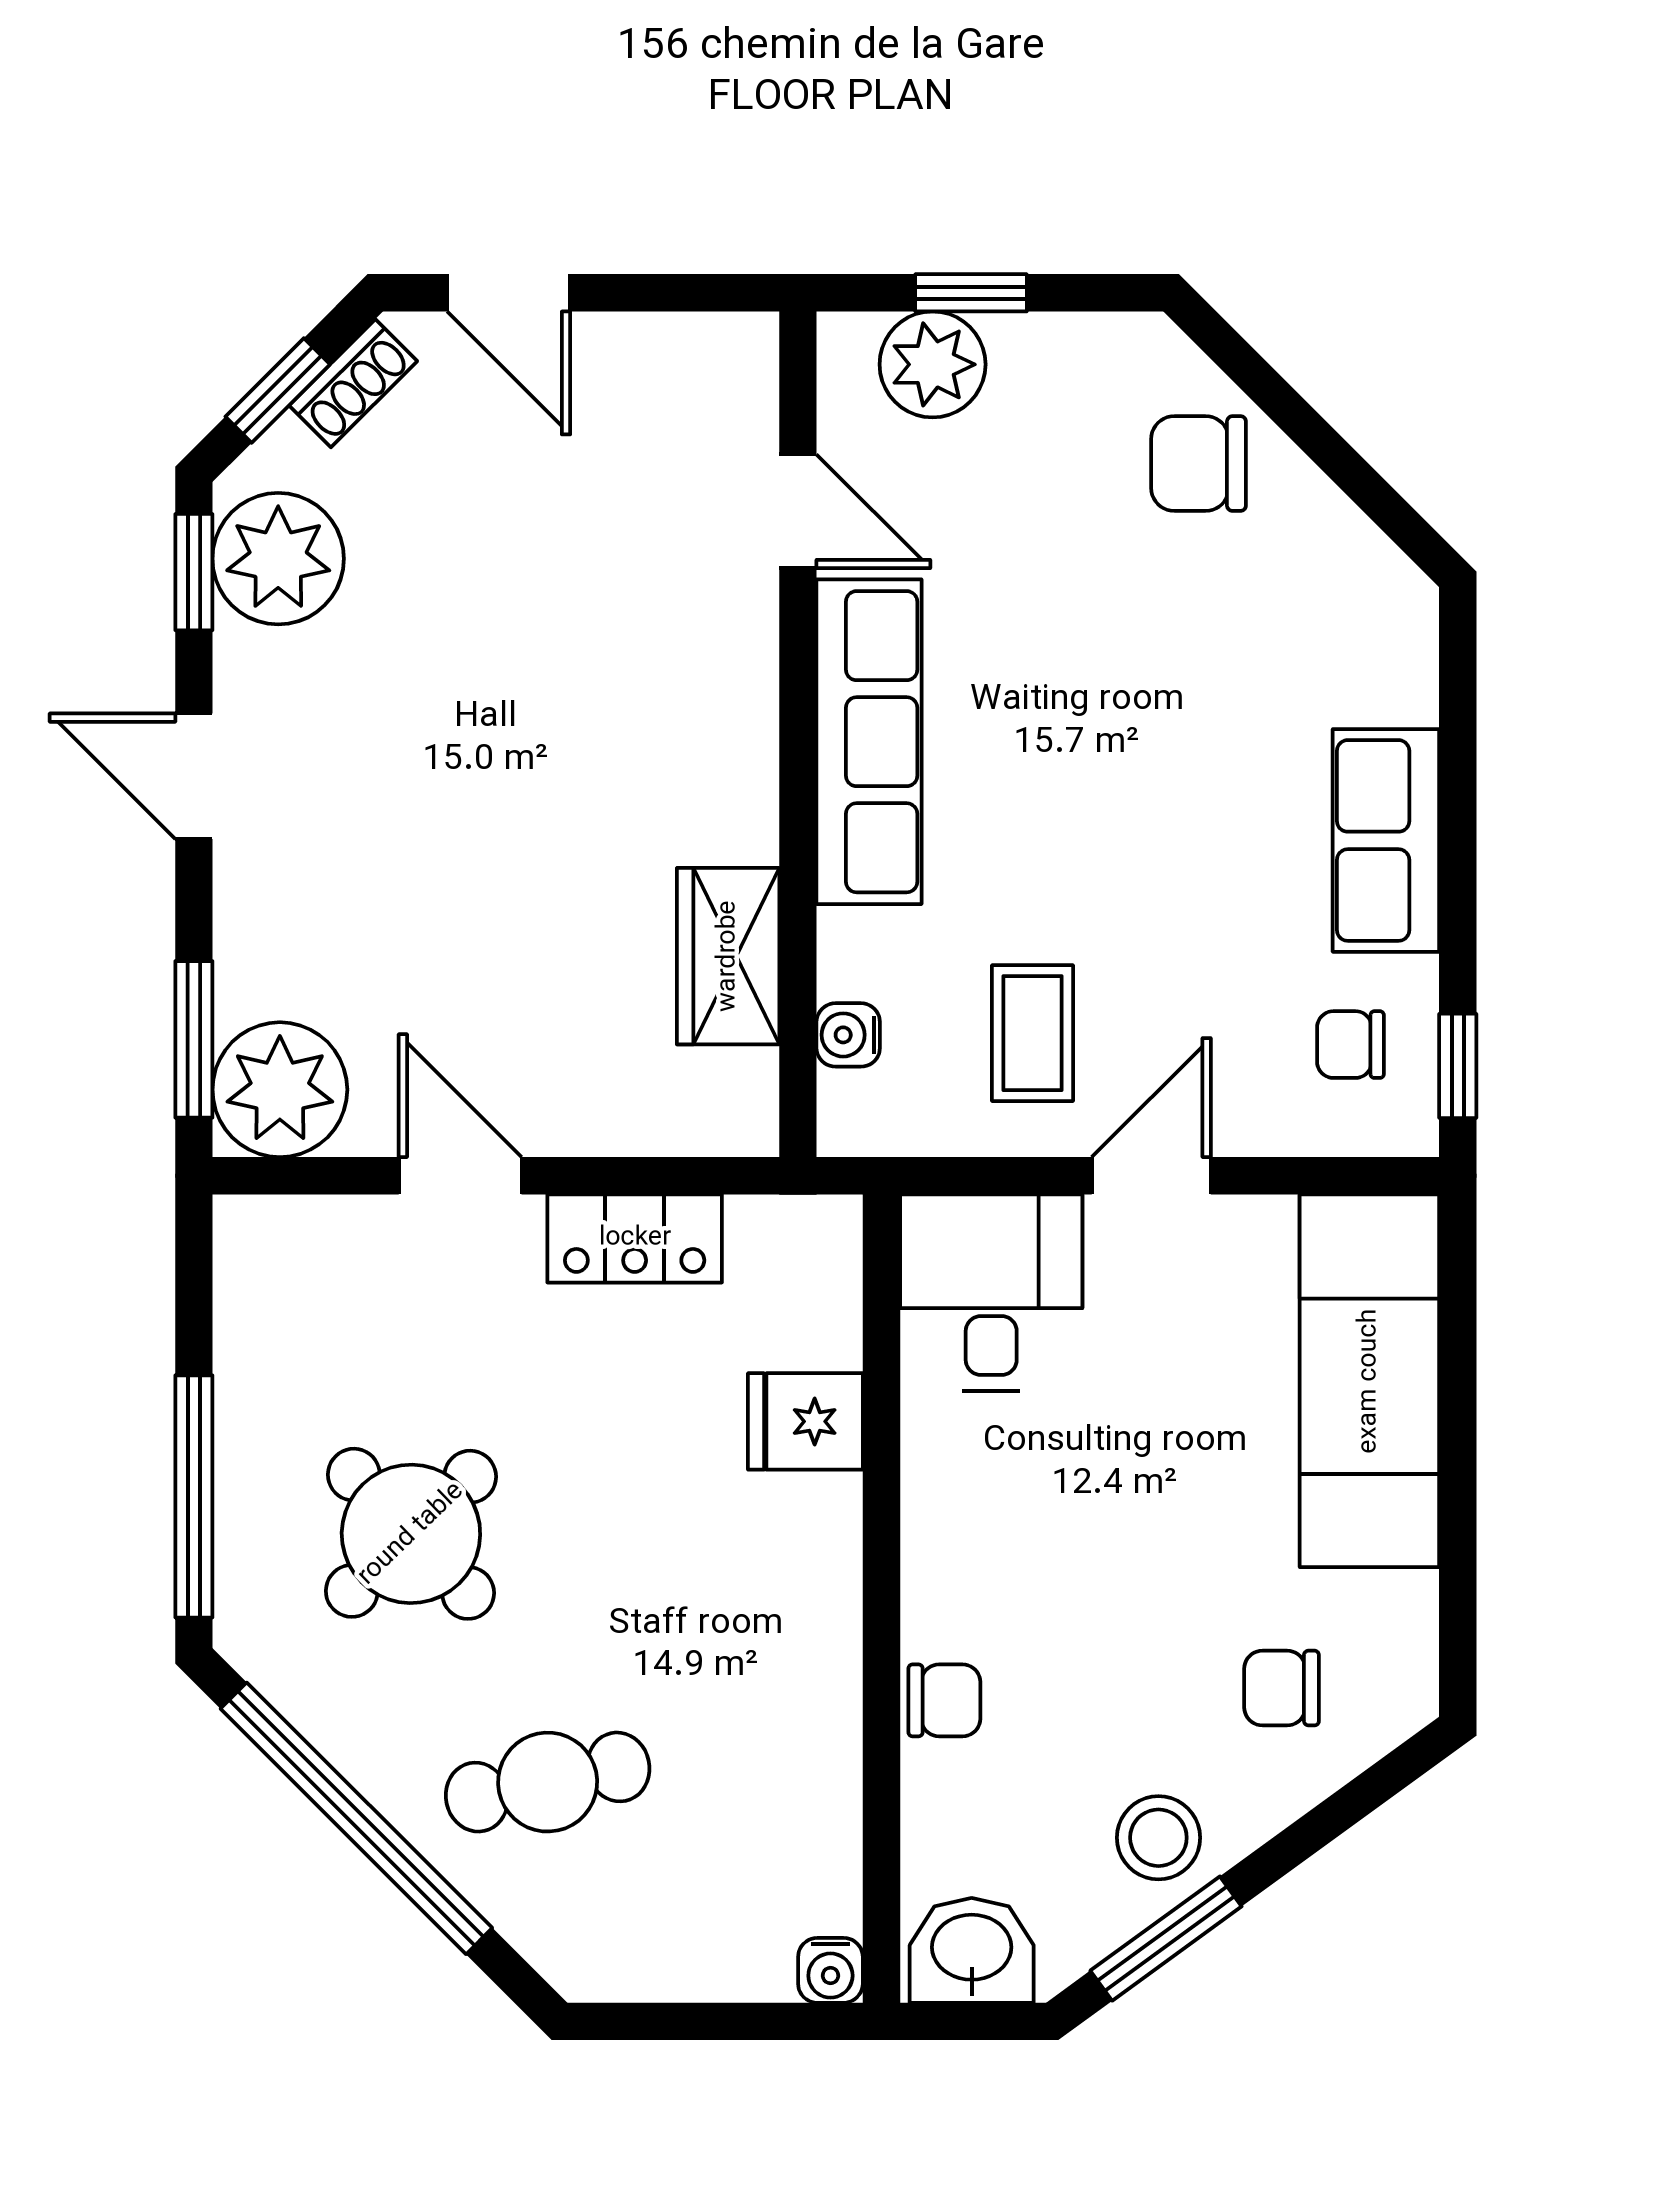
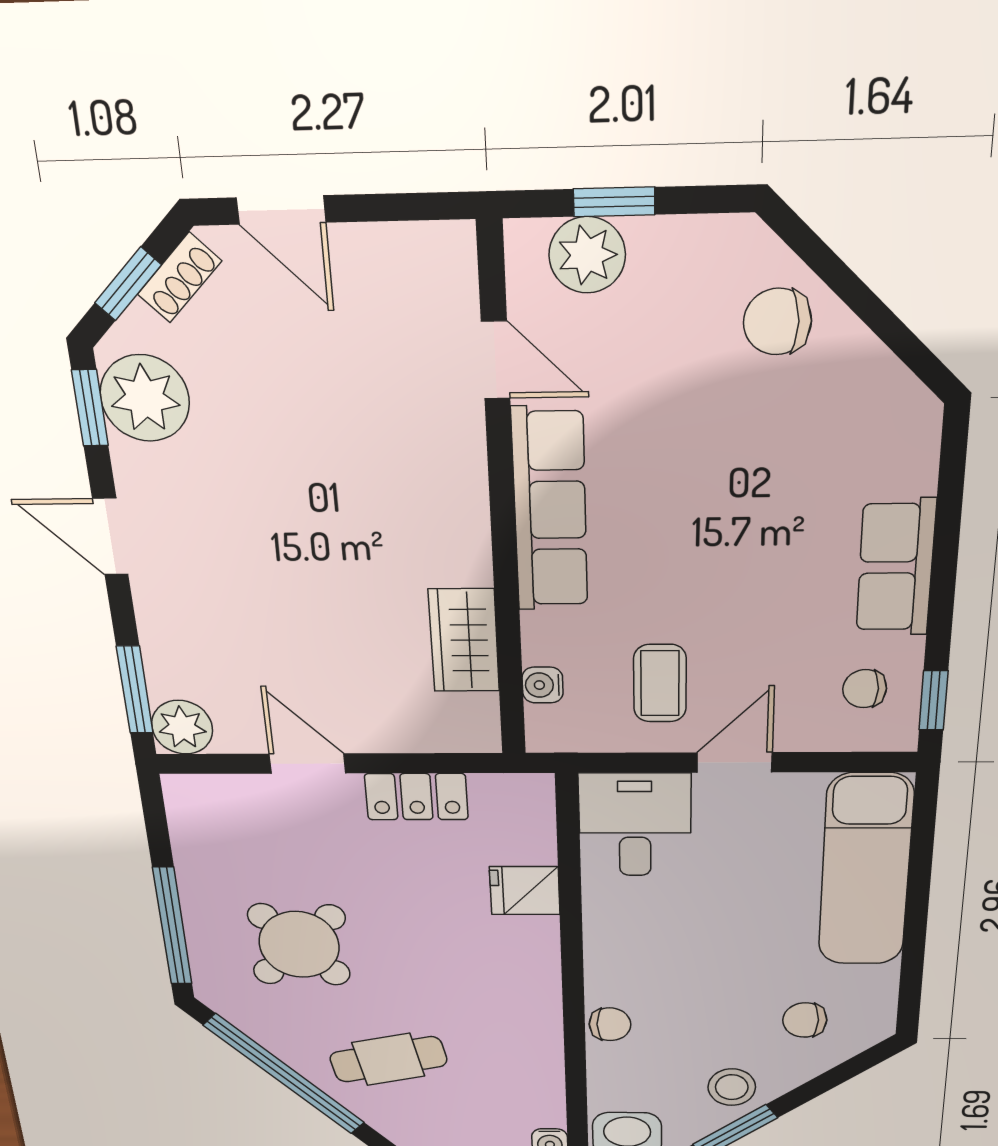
plant: (280, 1090) -> (182, 727), width x0.73, depth x0.73

